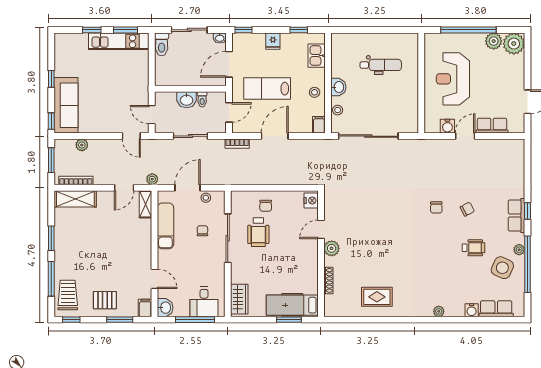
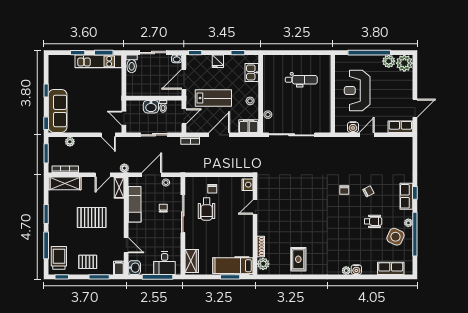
washbasin: (338, 87) -> (269, 97), removed
lab bench: (267, 89) -> (213, 98), turned 180
filing cabinet: (319, 125) -> (249, 126), width x2.00
row of seats: (492, 126) -> (400, 127), moved
pallet: (110, 243) -> (92, 217), added
plant: (332, 248) -> (263, 264), moved
rug: (377, 297) -> (298, 259), turned 90
water cooler: (472, 310) -> (356, 270), moved

